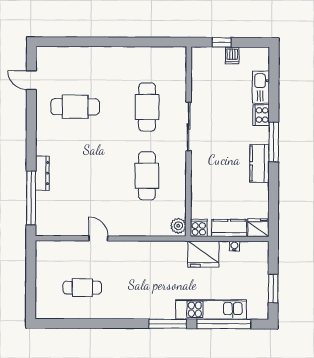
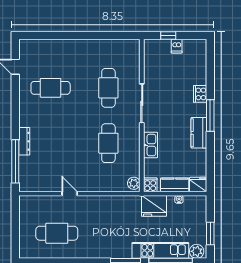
kitchen sink: (261, 87) -> (150, 145), moved, turned 180
cafe table: (82, 288) -> (57, 233), width x1.37, depth x1.35
plant: (256, 311) -> (197, 251), added

